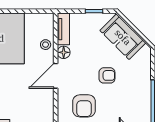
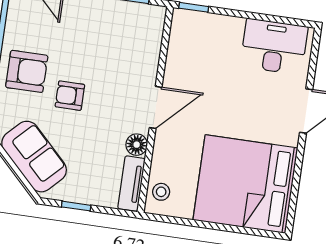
stool: (46, 45) -> (161, 192), moved
armchair: (84, 106) -> (27, 71), moved, turned 90

